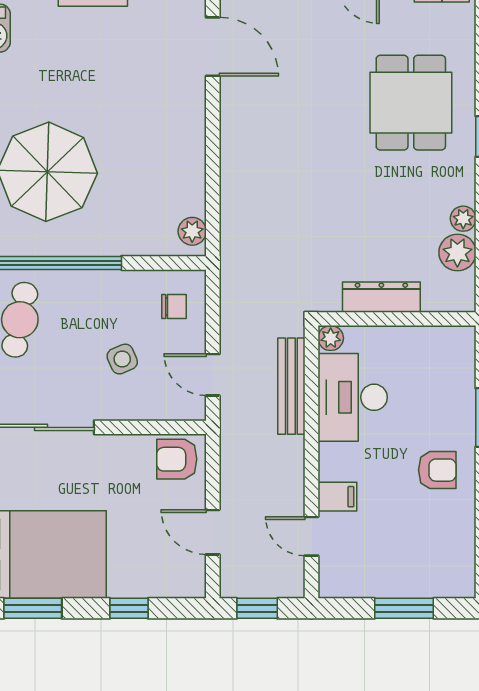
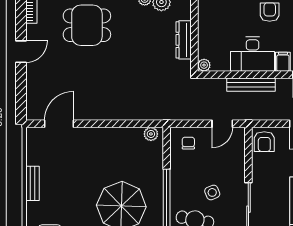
side table: (122, 359) -> (212, 192), moved
bench: (291, 386) -> (251, 85), moved
desk: (353, 397) -> (253, 54), moved

